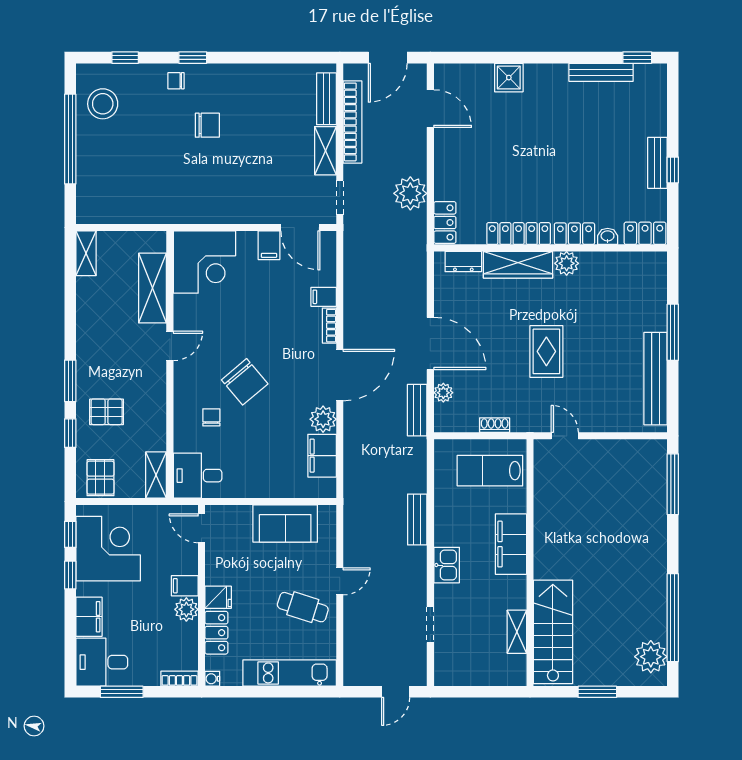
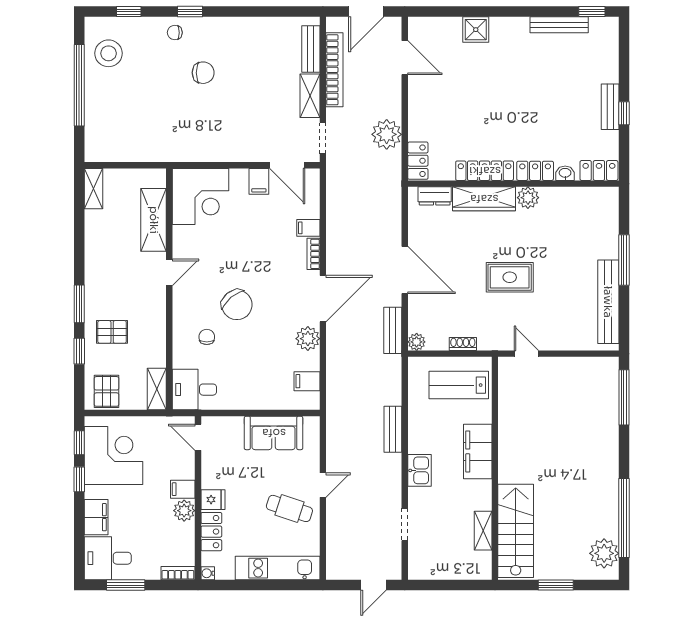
rug: (546, 351) -> (510, 277), turned 90
plant: (443, 393) -> (417, 342), moved
filing cabinet: (322, 456) -> (307, 381), width x0.50

